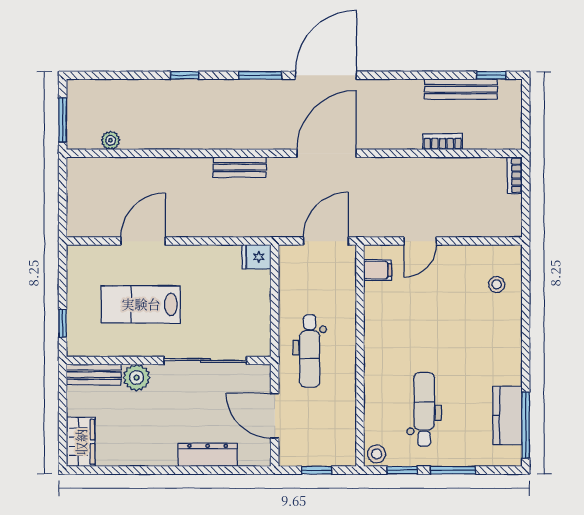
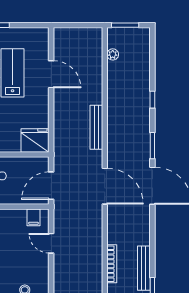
bookcase: (443, 142) -> (112, 264), width x1.56
bench: (240, 167) -> (96, 127), width x1.36
door: (326, 241) -> (51, 186), swing flipped
fridge: (256, 257) -> (35, 140), width x1.88, depth x1.34

